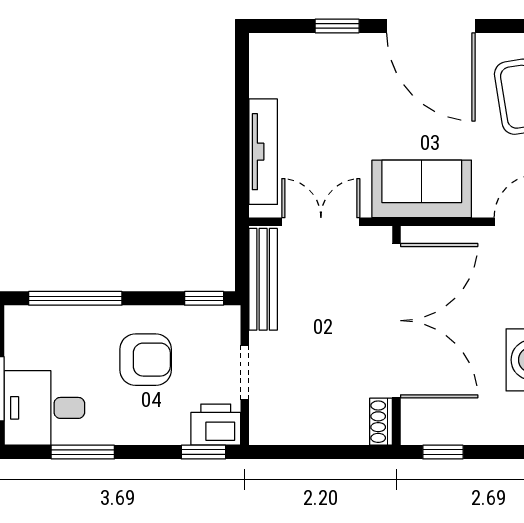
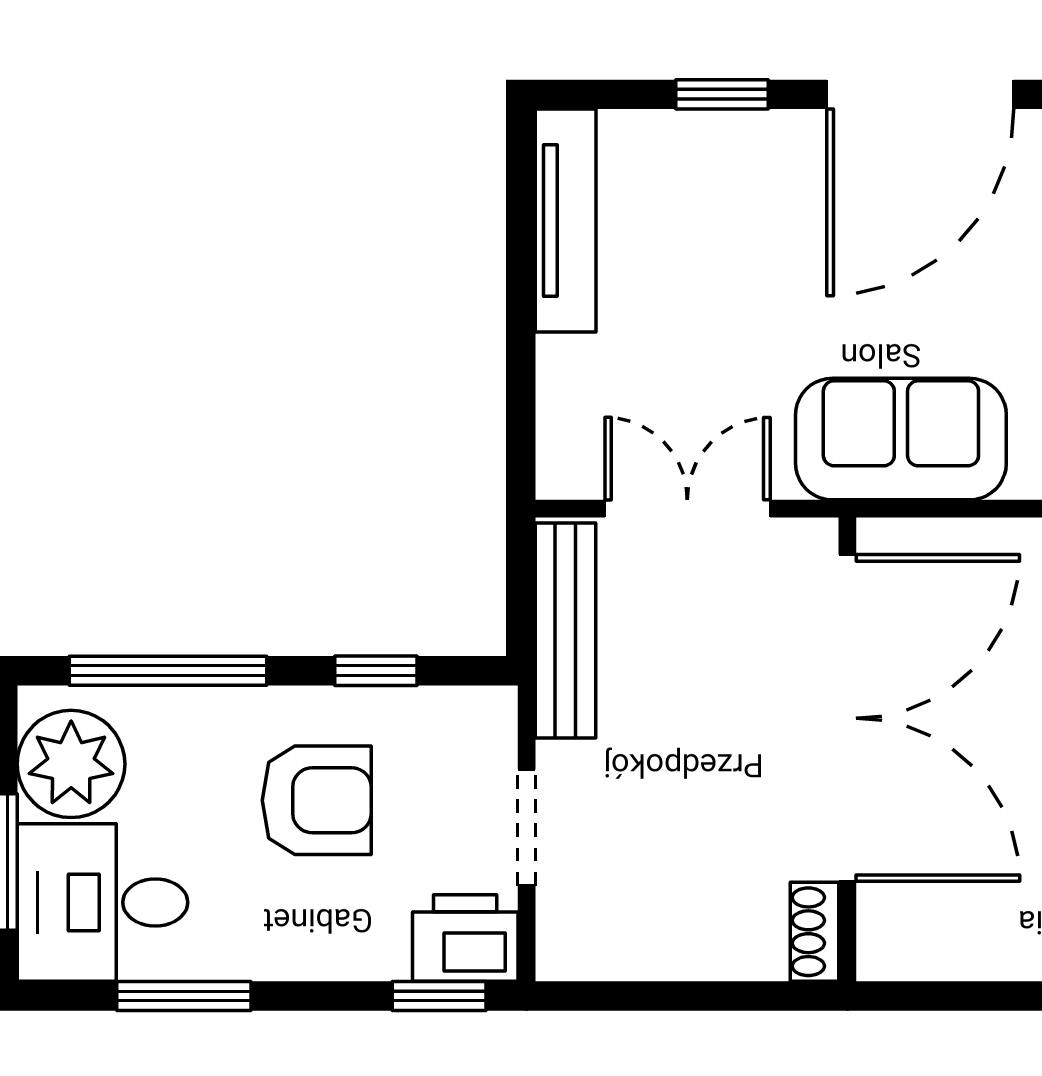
door: (431, 26) -> (920, 94), hinge flipped
tv unit: (263, 152) -> (566, 221), moved
window: (204, 298) -> (376, 671), moved
plant: (30, 342) -> (71, 764), added
window: (443, 452) -> (946, 996), removed

